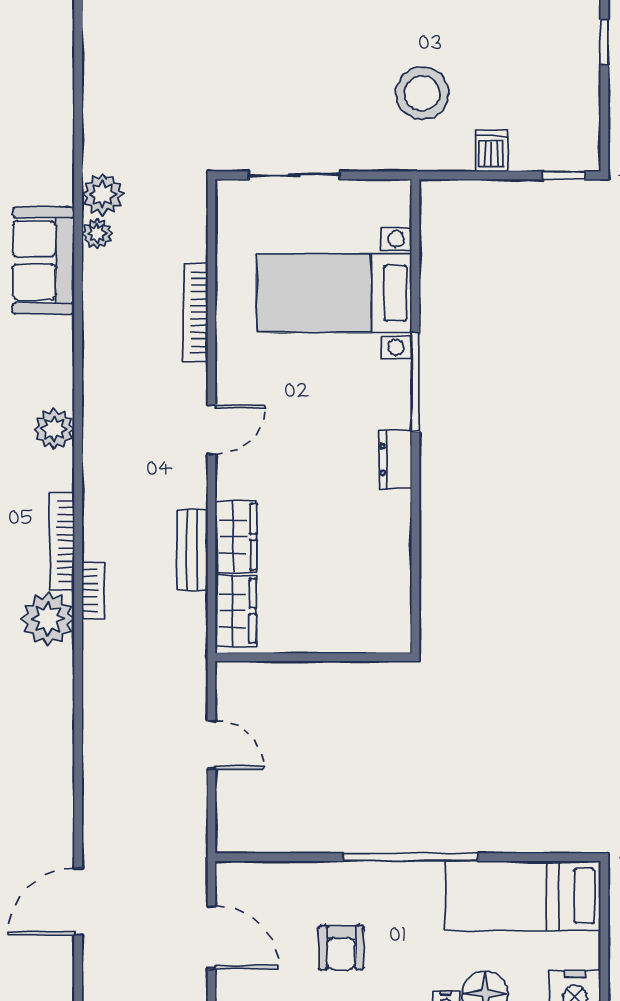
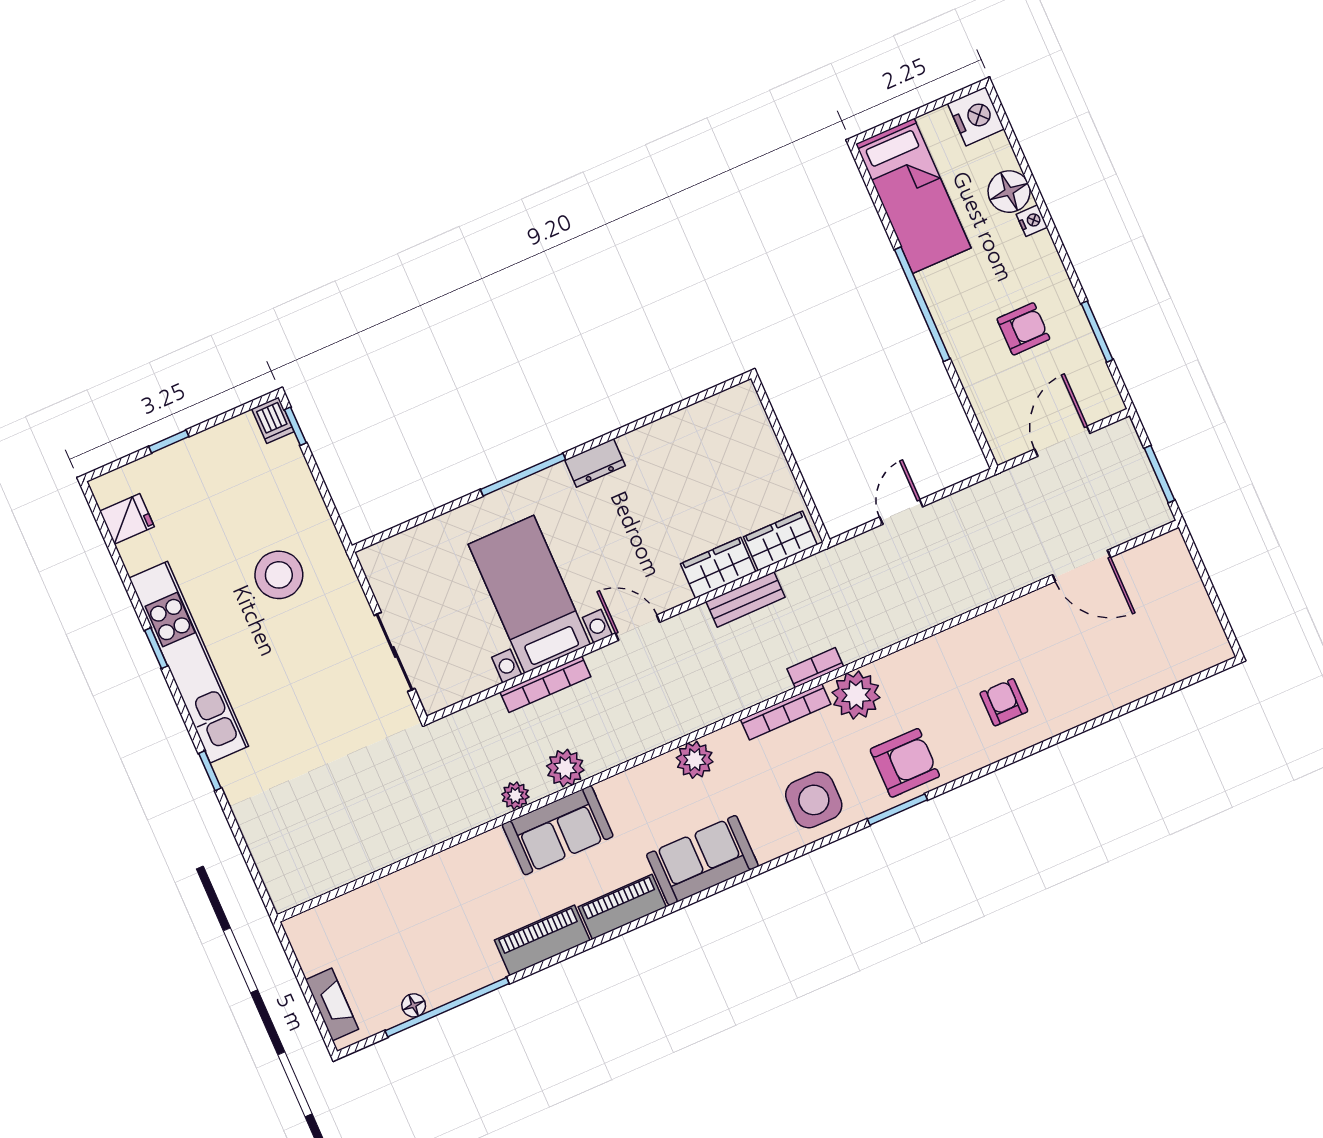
dishwasher: (492, 151) -> (273, 420), moved, turned -90
plant: (103, 194) -> (565, 768), moved
bed with nightstands: (334, 293) -> (529, 594), moved, turned 180

